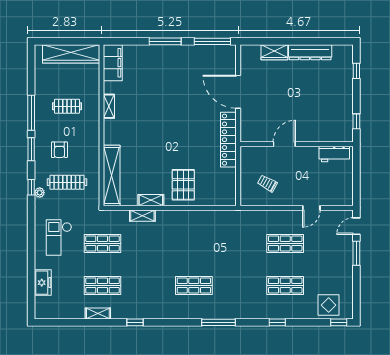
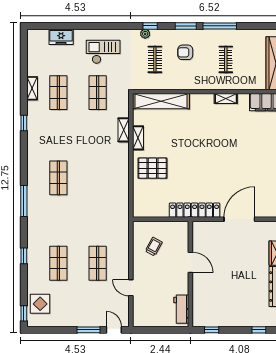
clothes rail: (67, 182) -> (155, 59), width x0.73

